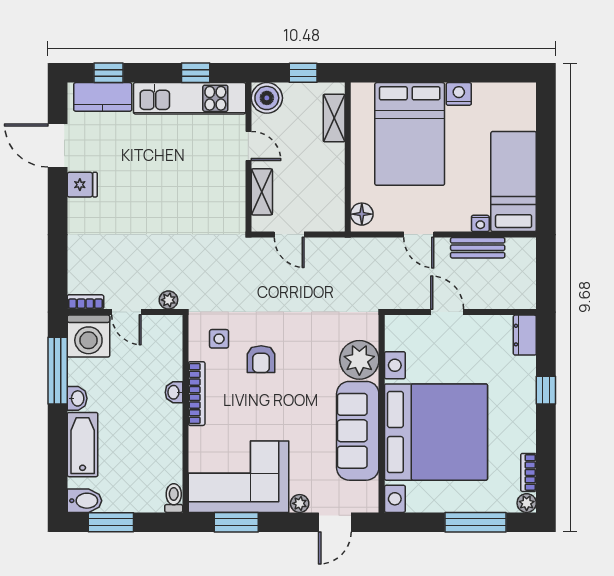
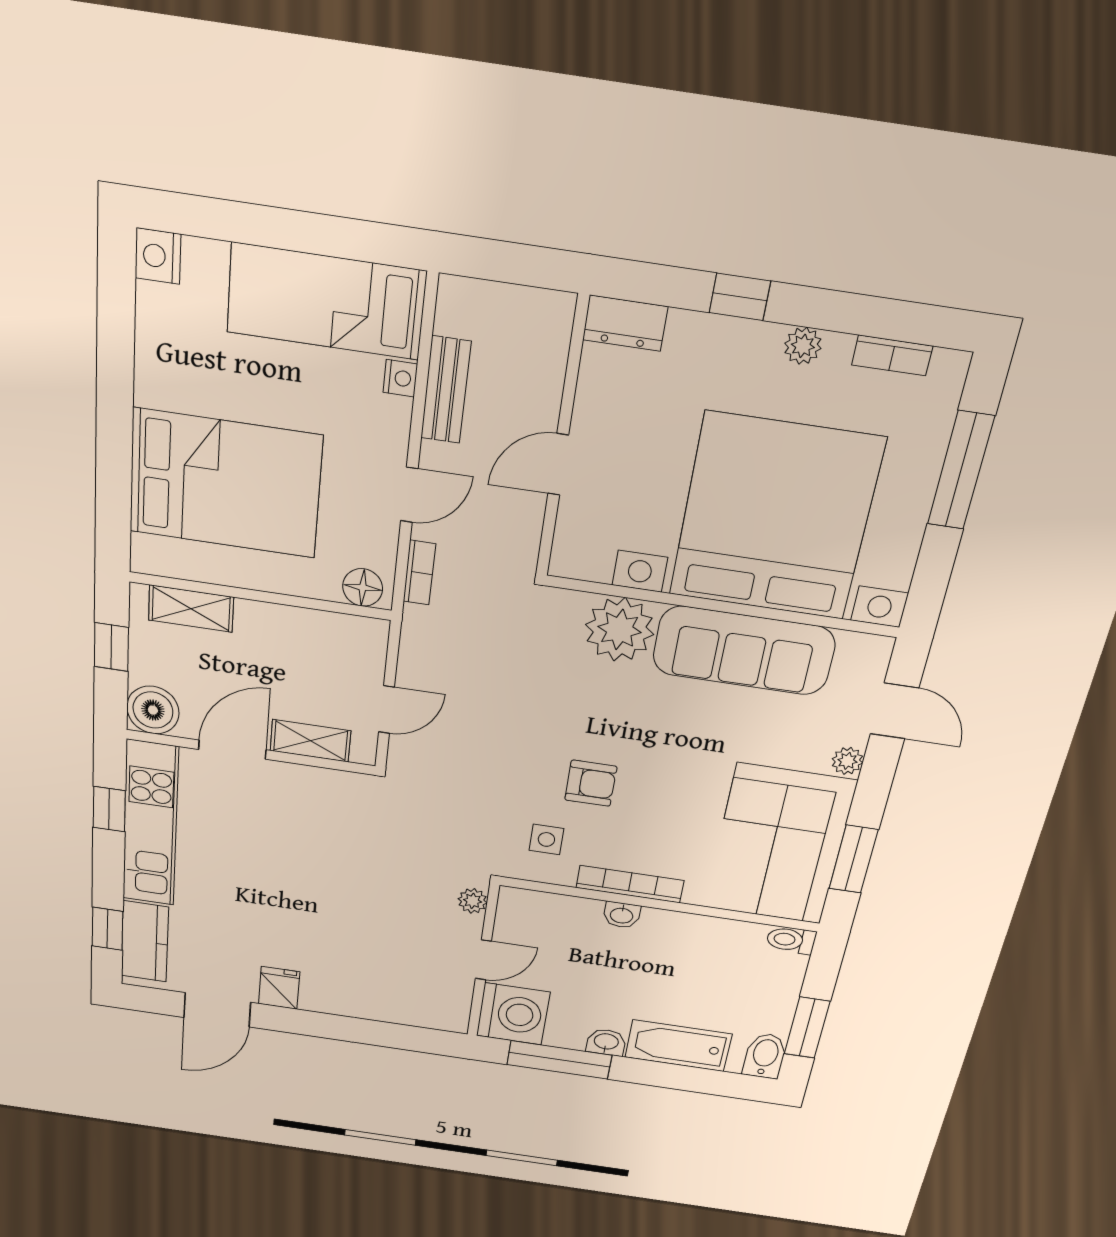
nightstand: (459, 94) -> (158, 256), moved
door: (248, 146) -> (232, 750), width x1.38
bookcase: (85, 302) -> (419, 573), moved, turned 180
plant: (527, 503) -> (803, 346), moved

